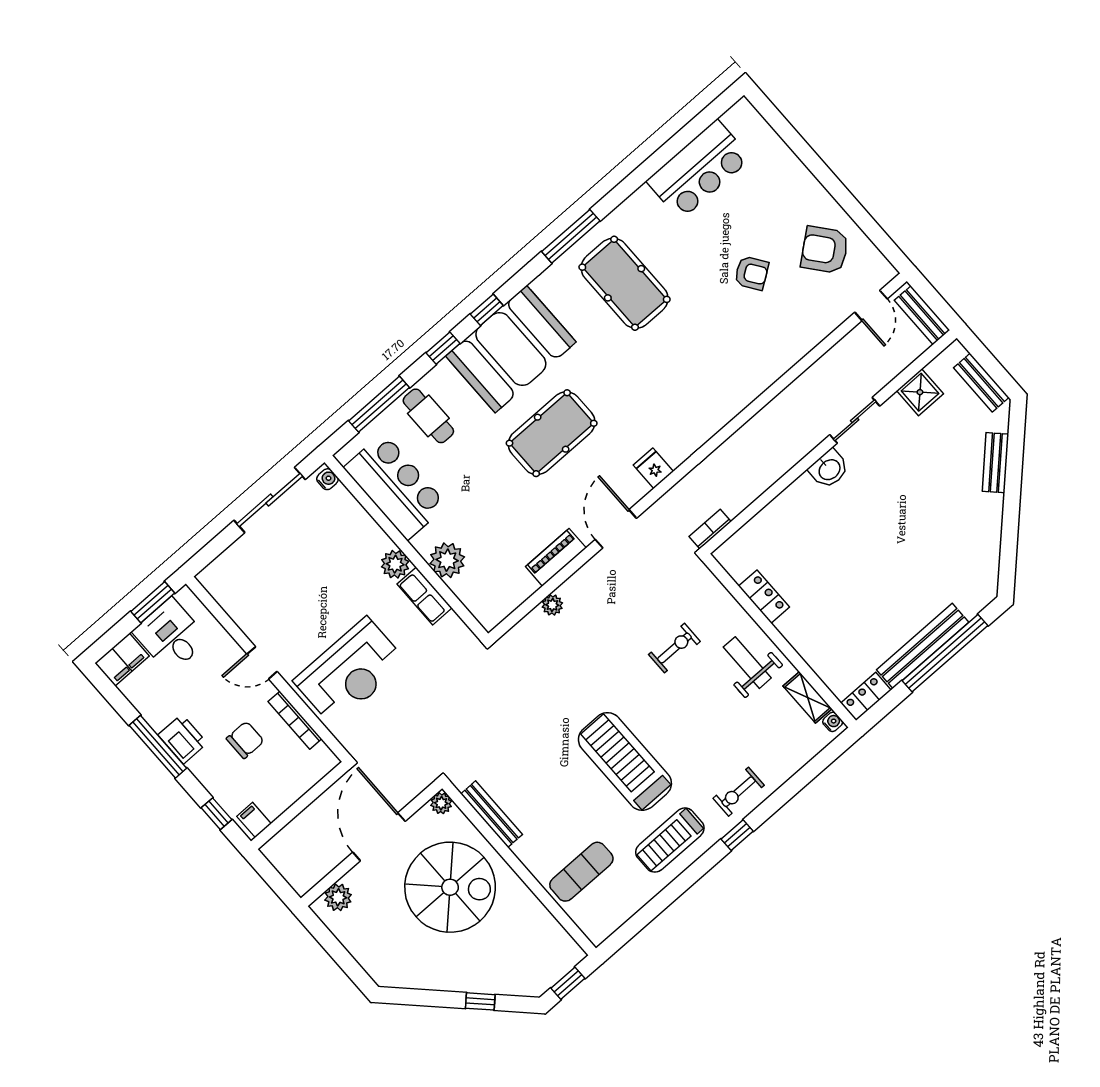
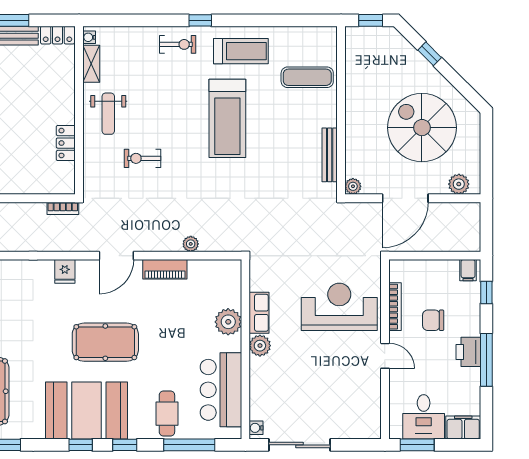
spiral stairs: (450, 887) -> (422, 128), moved

